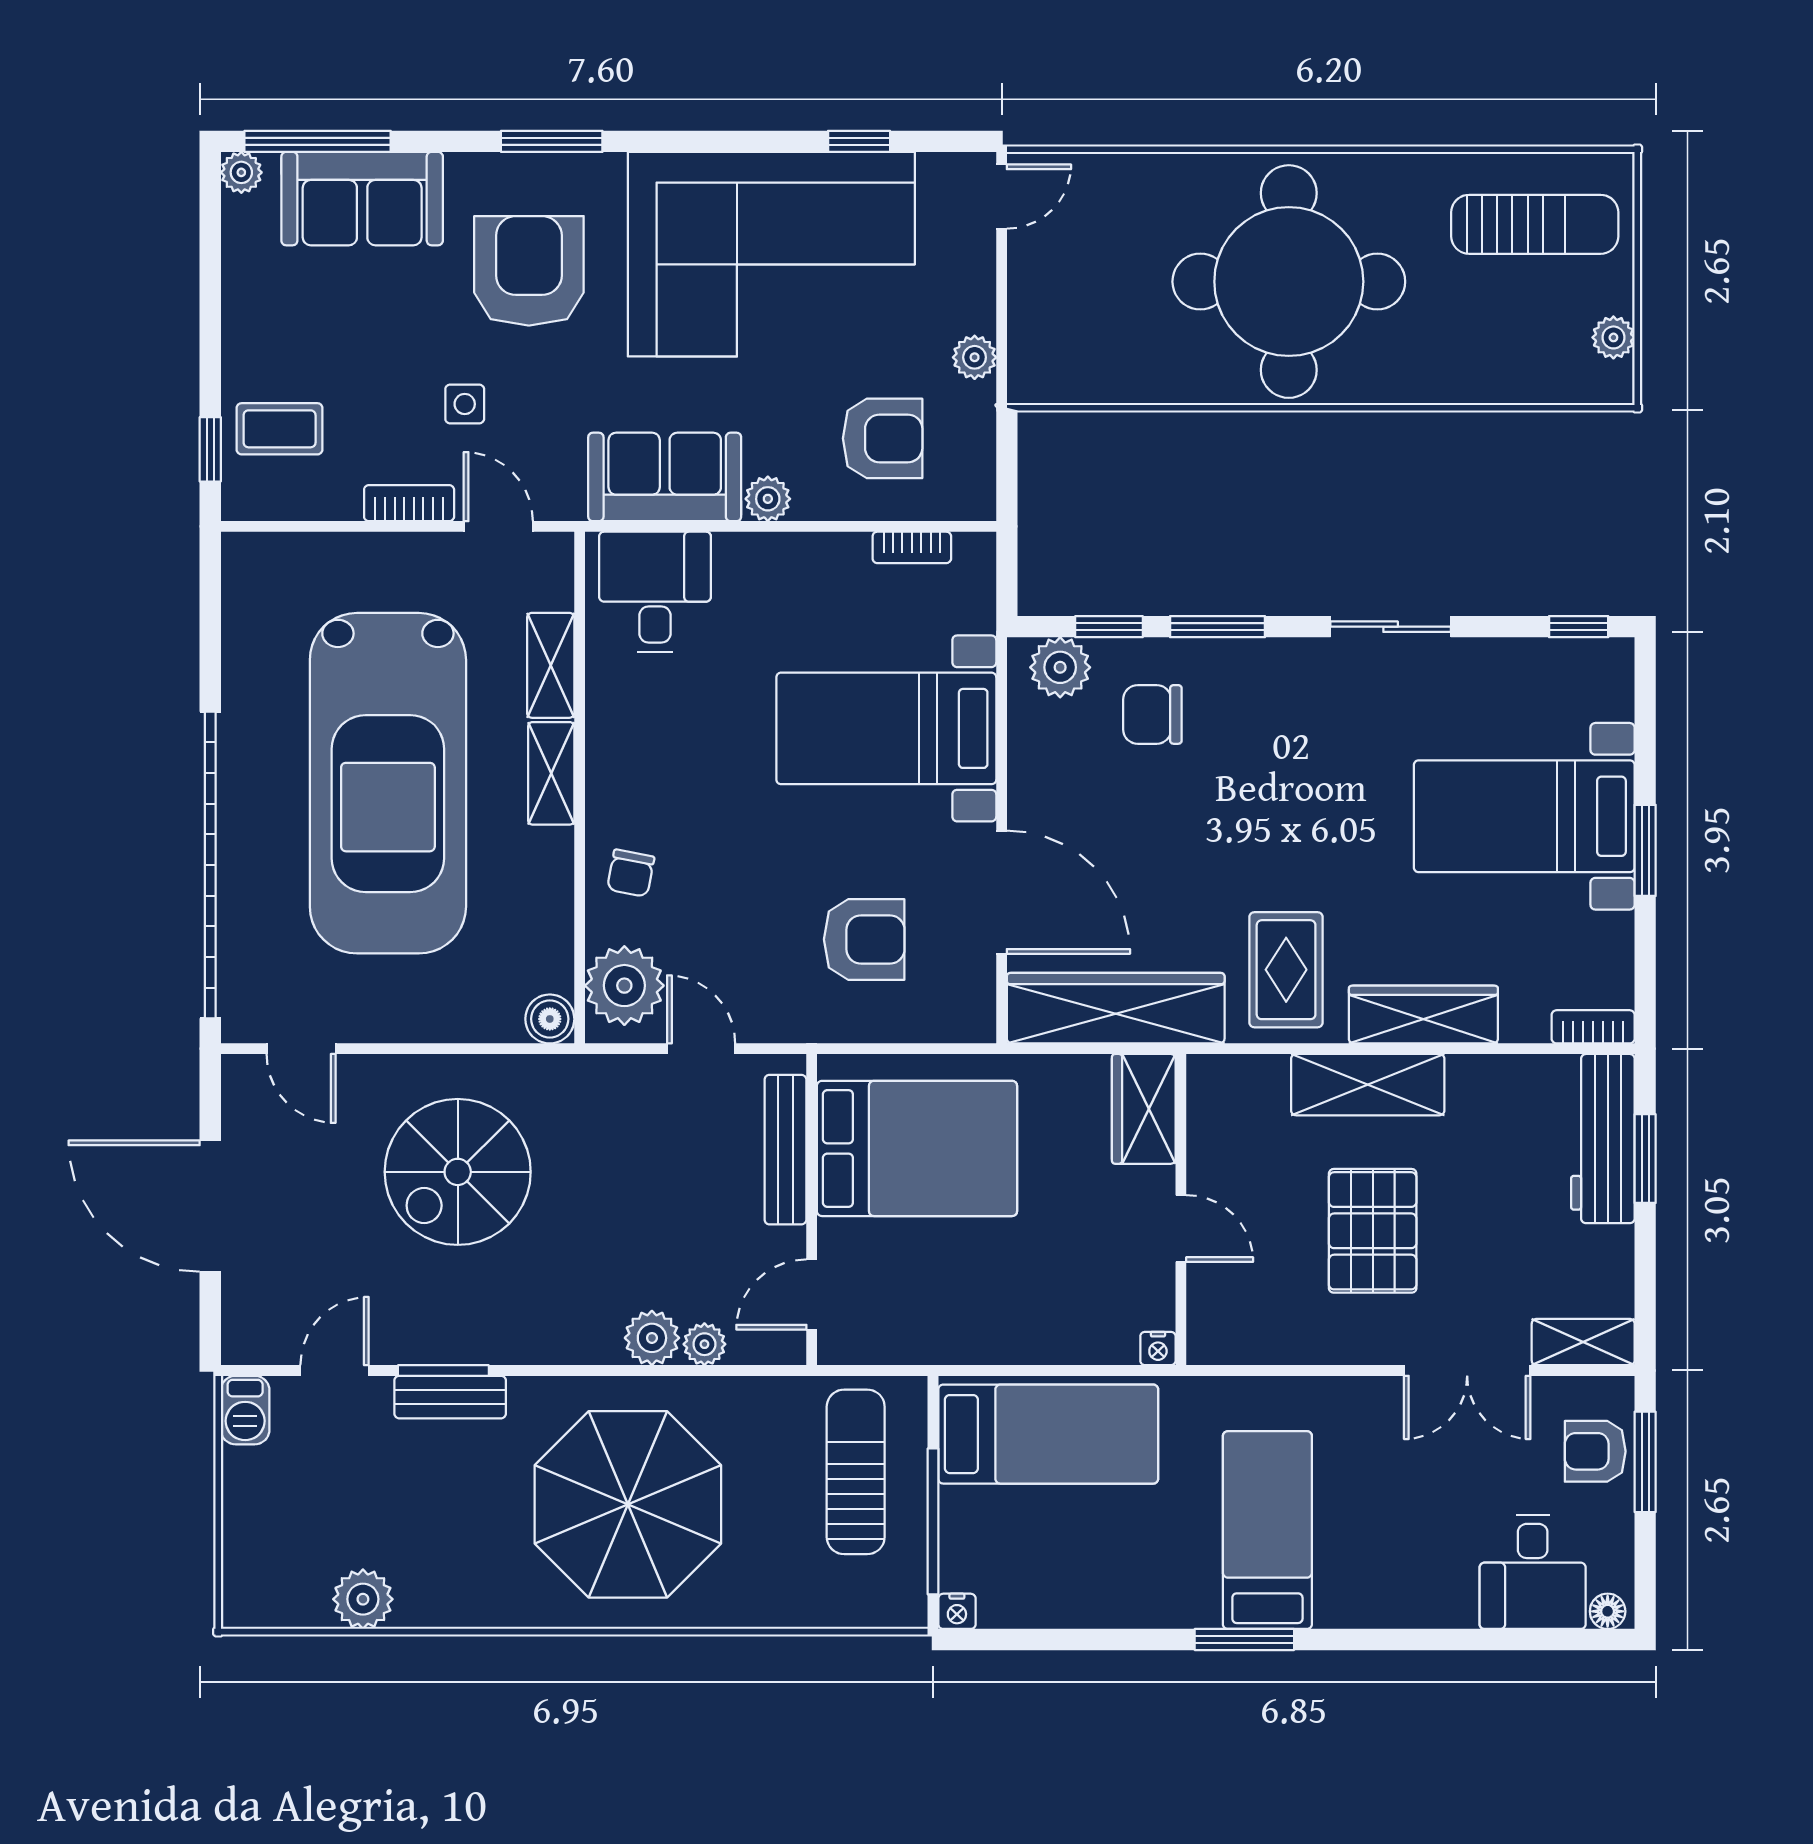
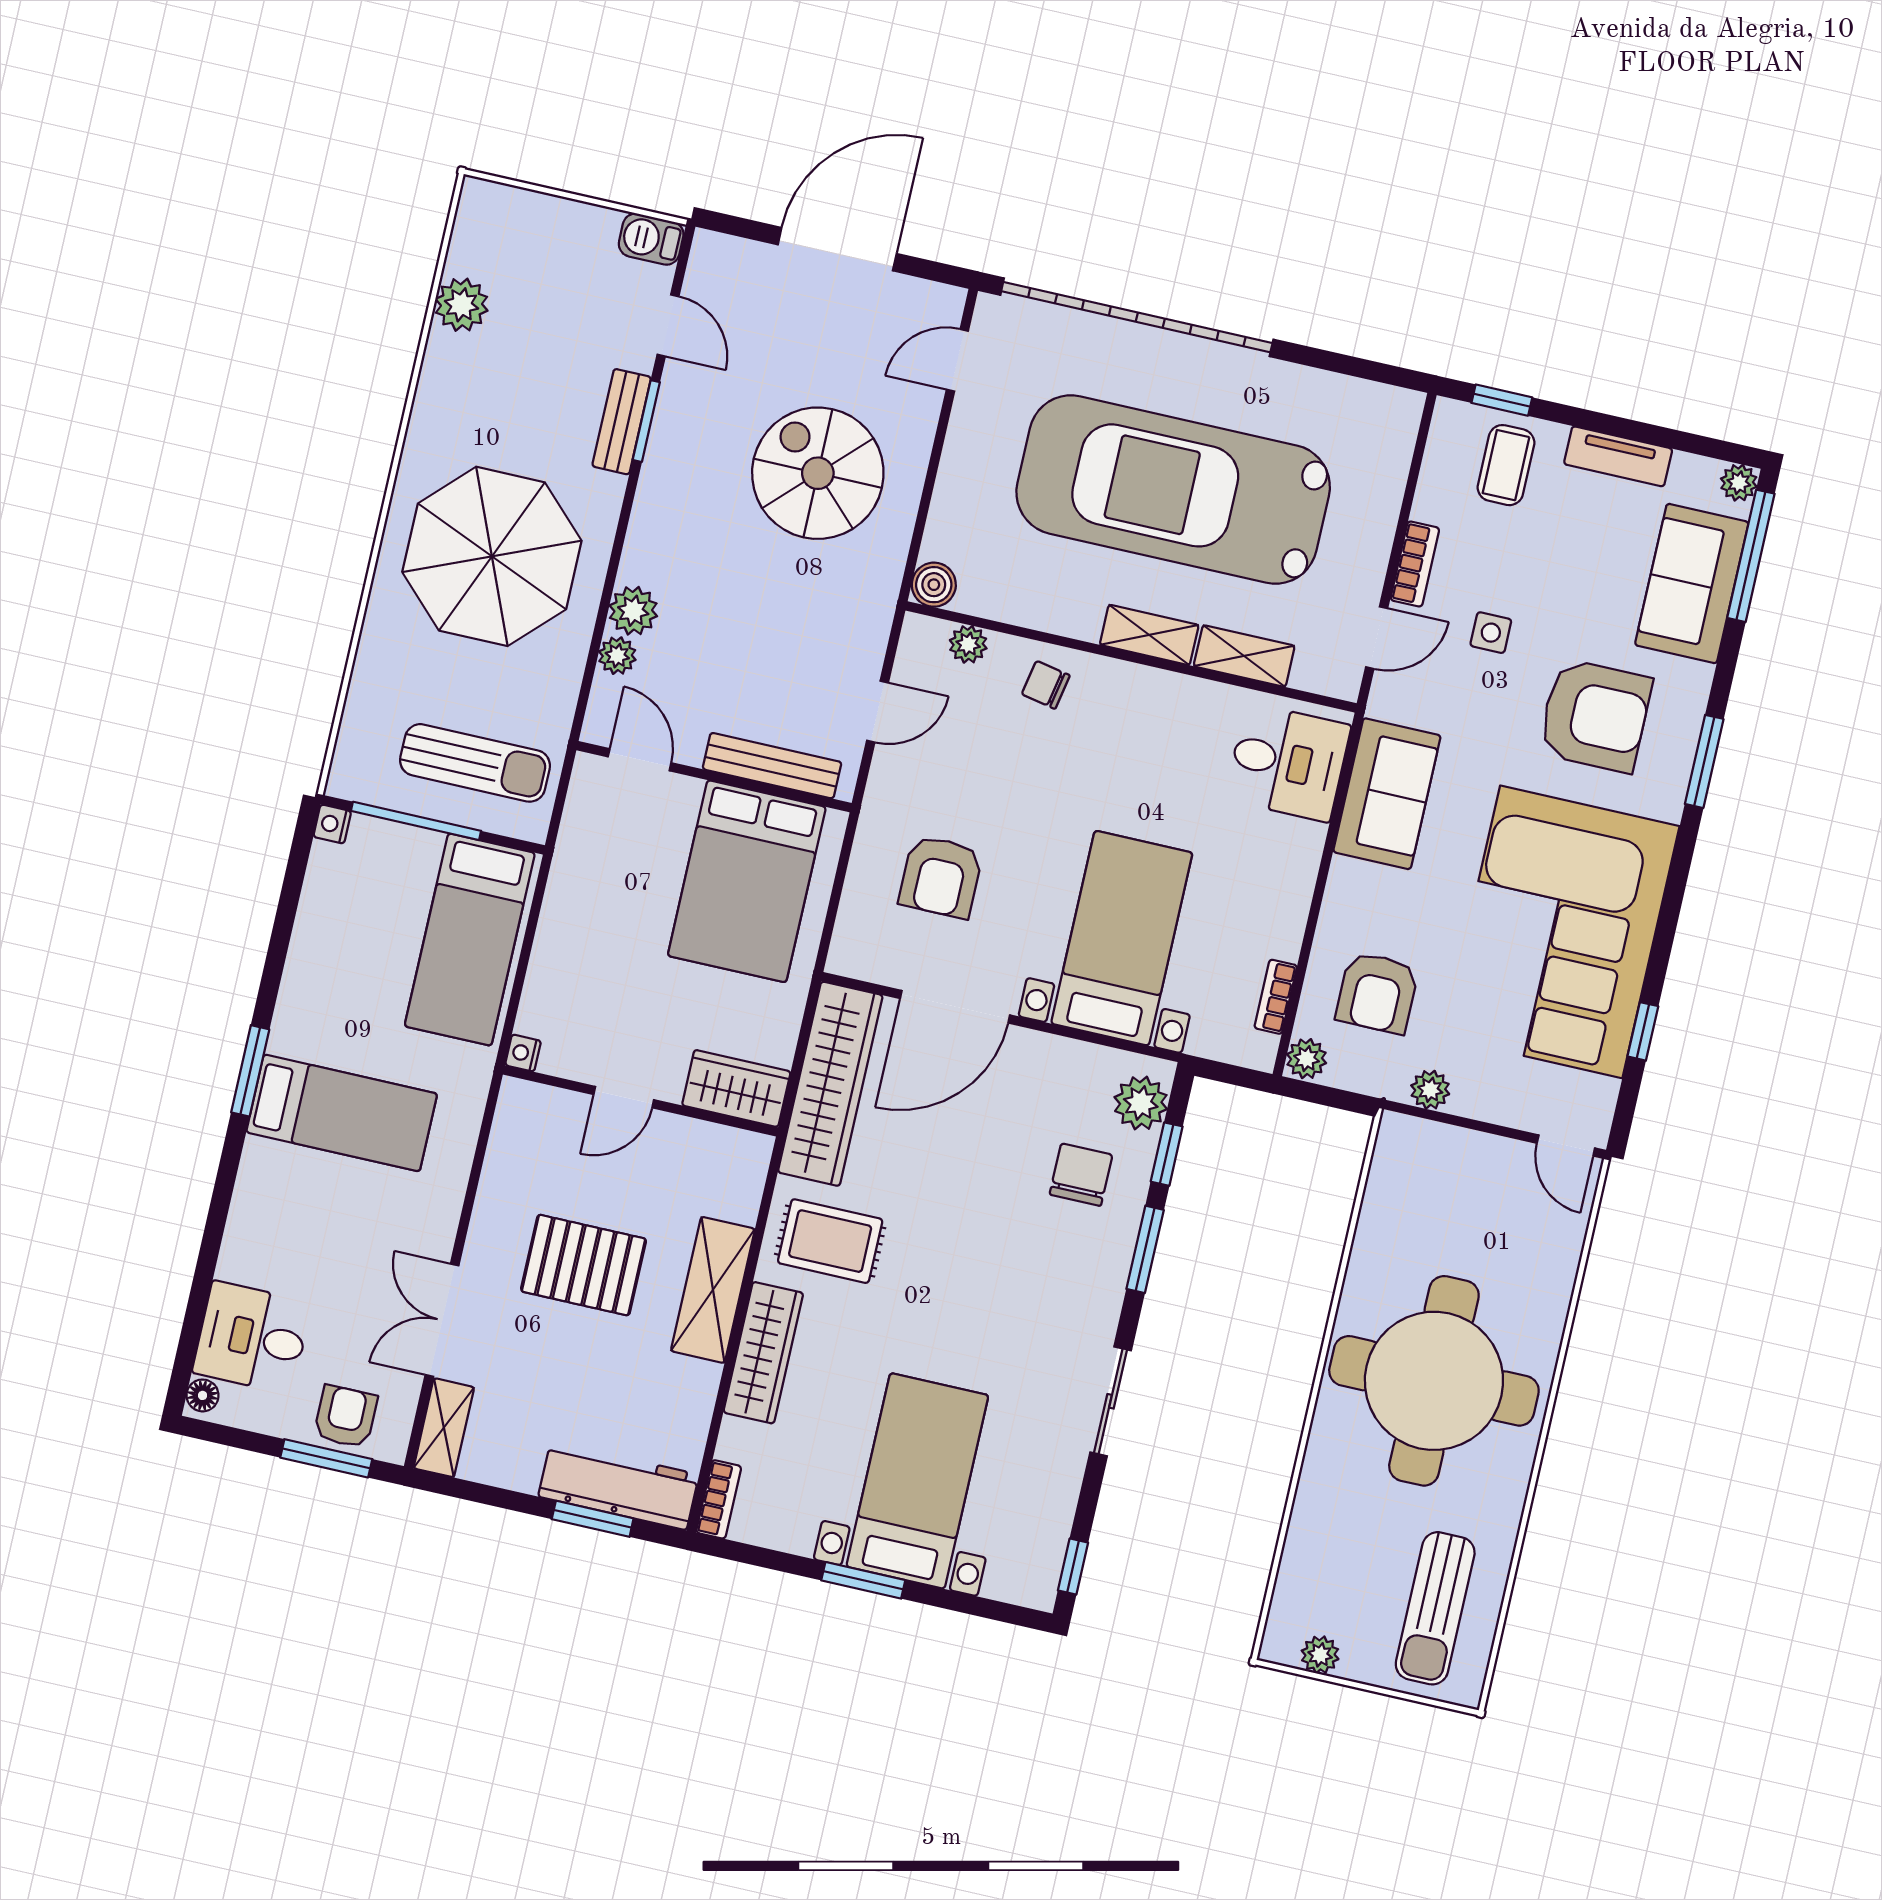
tv unit: (243, 310) -> (1618, 456), added
plant: (768, 499) -> (1307, 1059), moved
plant: (624, 986) -> (968, 644), width x0.53, depth x0.53

